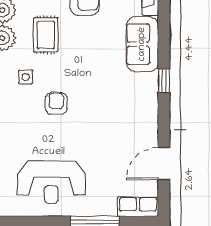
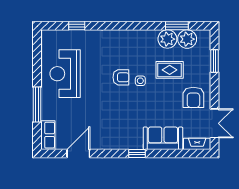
side table: (26, 77) -> (140, 81), moved
door: (164, 164) -> (78, 154), hinge flipped

